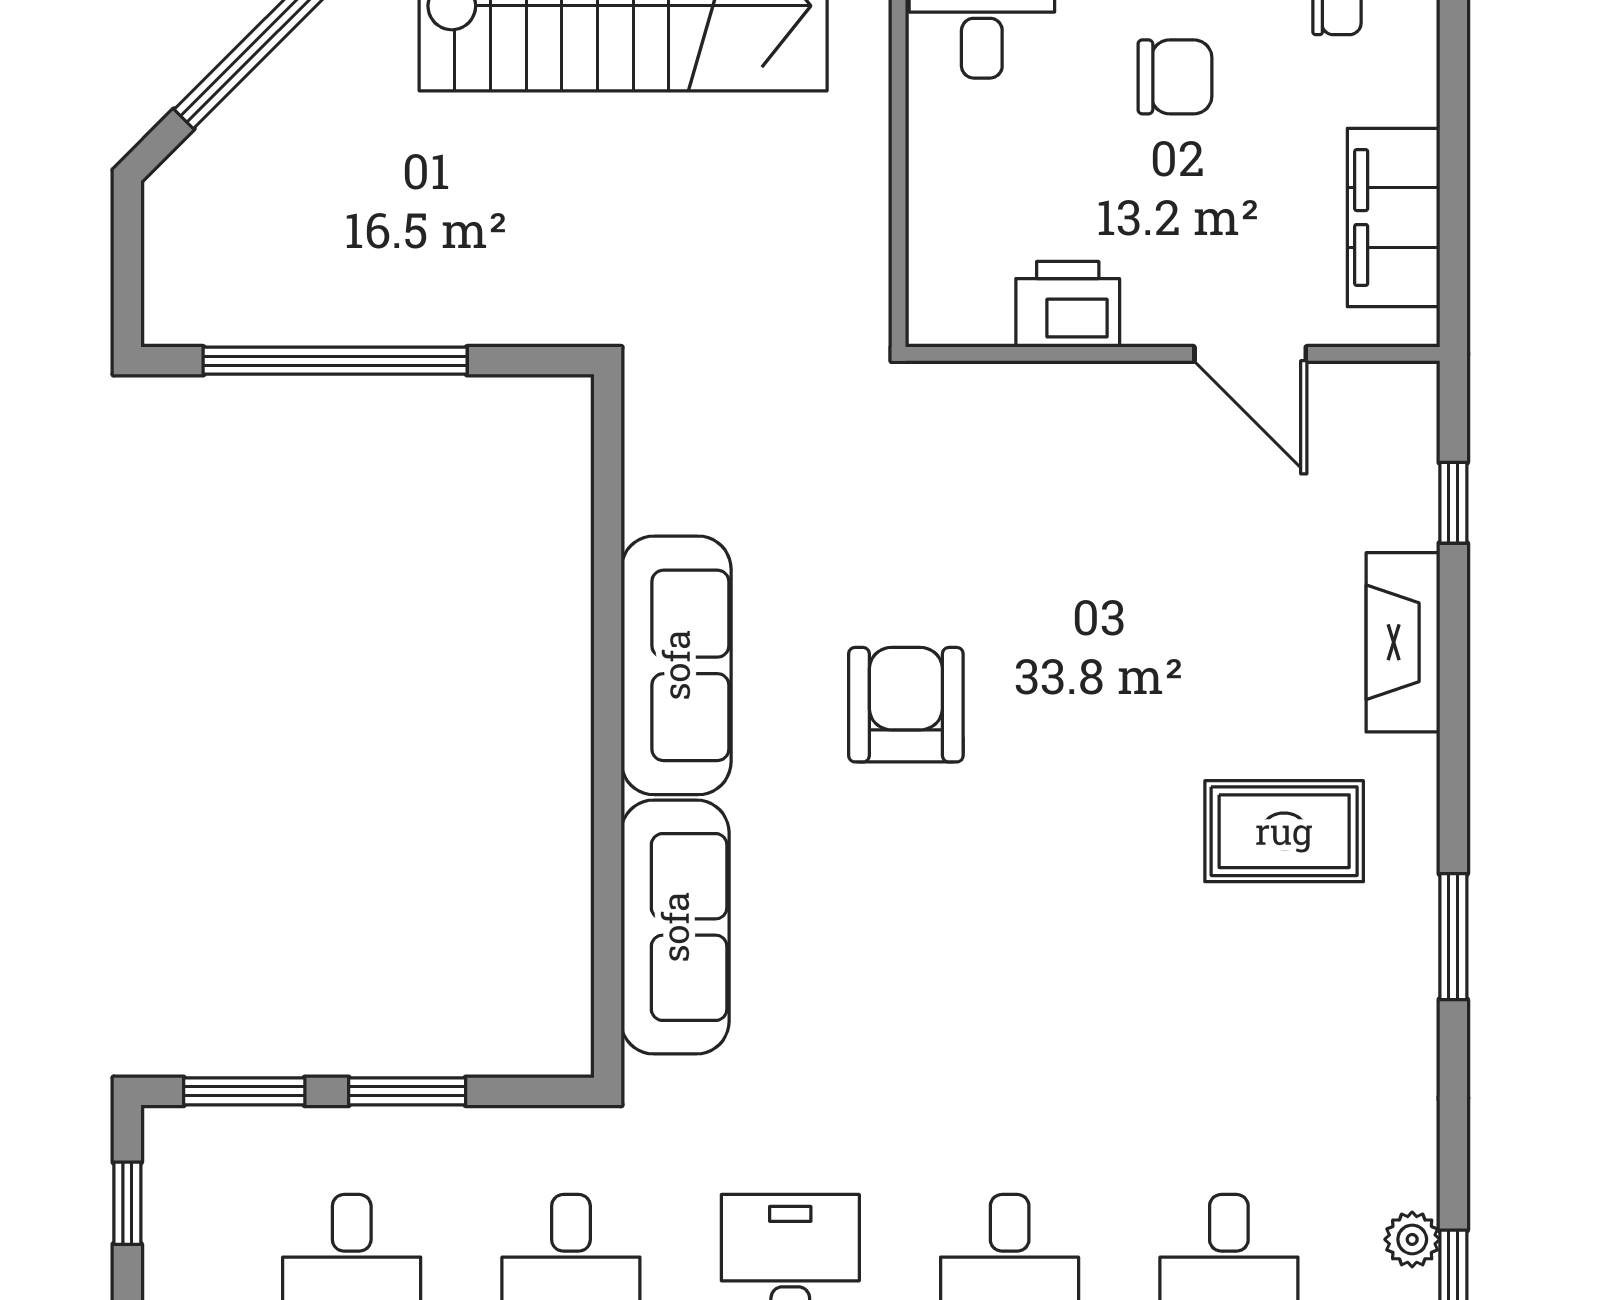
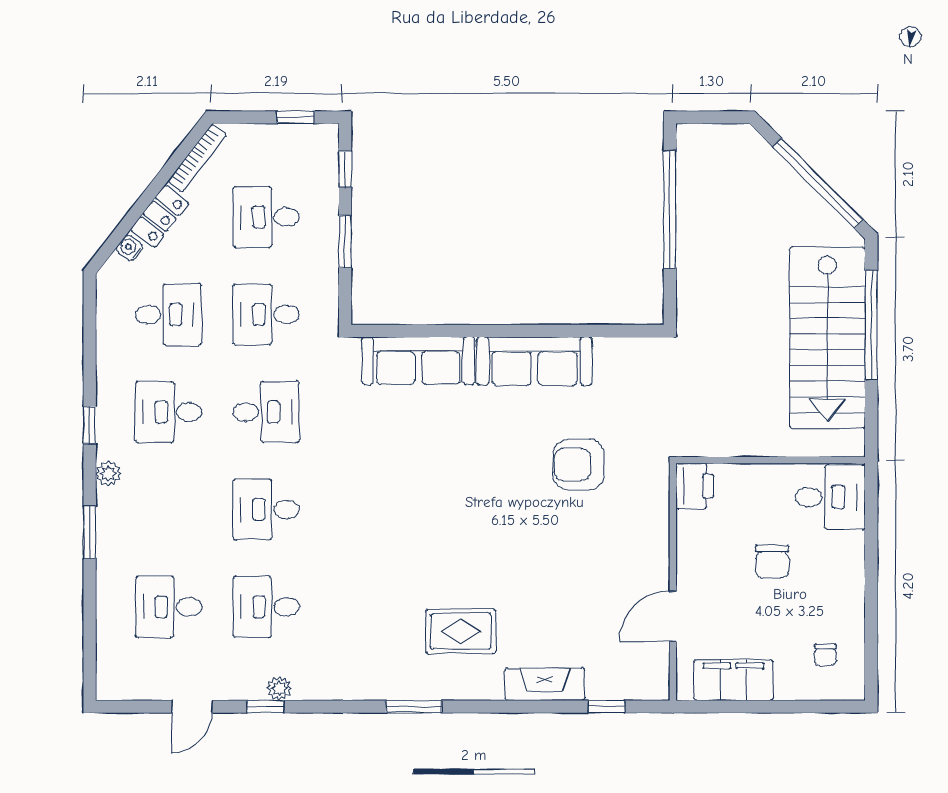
chair: (1175, 77) -> (772, 562), moved
printer: (1068, 304) -> (695, 486), moved
armchair: (906, 705) -> (578, 465), moved, turned 180
rug: (1284, 831) -> (461, 631), turned 90
window: (244, 1091) -> (345, 169), width x0.67

